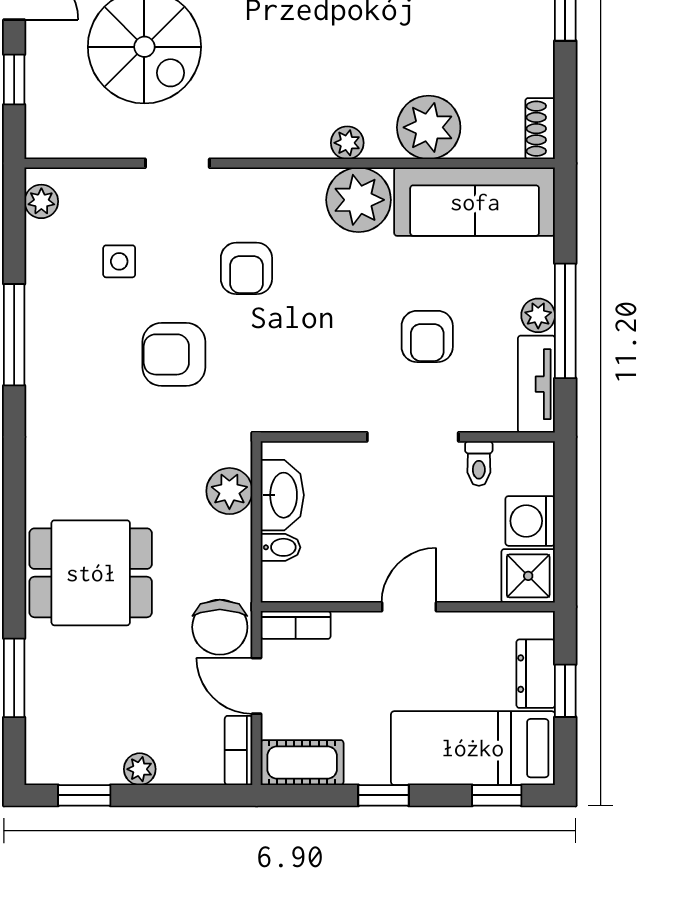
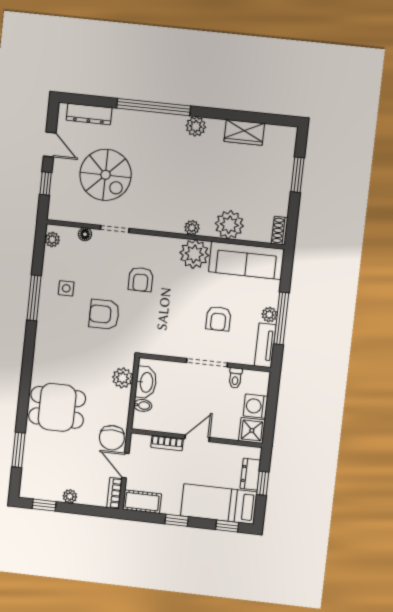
floor lamp: (113, 182) -> (85, 234), added
side table: (119, 261) -> (66, 288), moved
bookcase: (296, 625) -> (167, 443), moved

